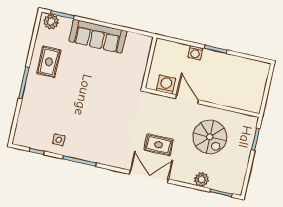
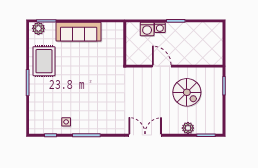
rug: (49, 62) -> (44, 61), width x1.36, depth x1.43
washing machine: (166, 84) -> (147, 29), moved, turned 180
rug: (159, 145) -> (147, 108), removed

